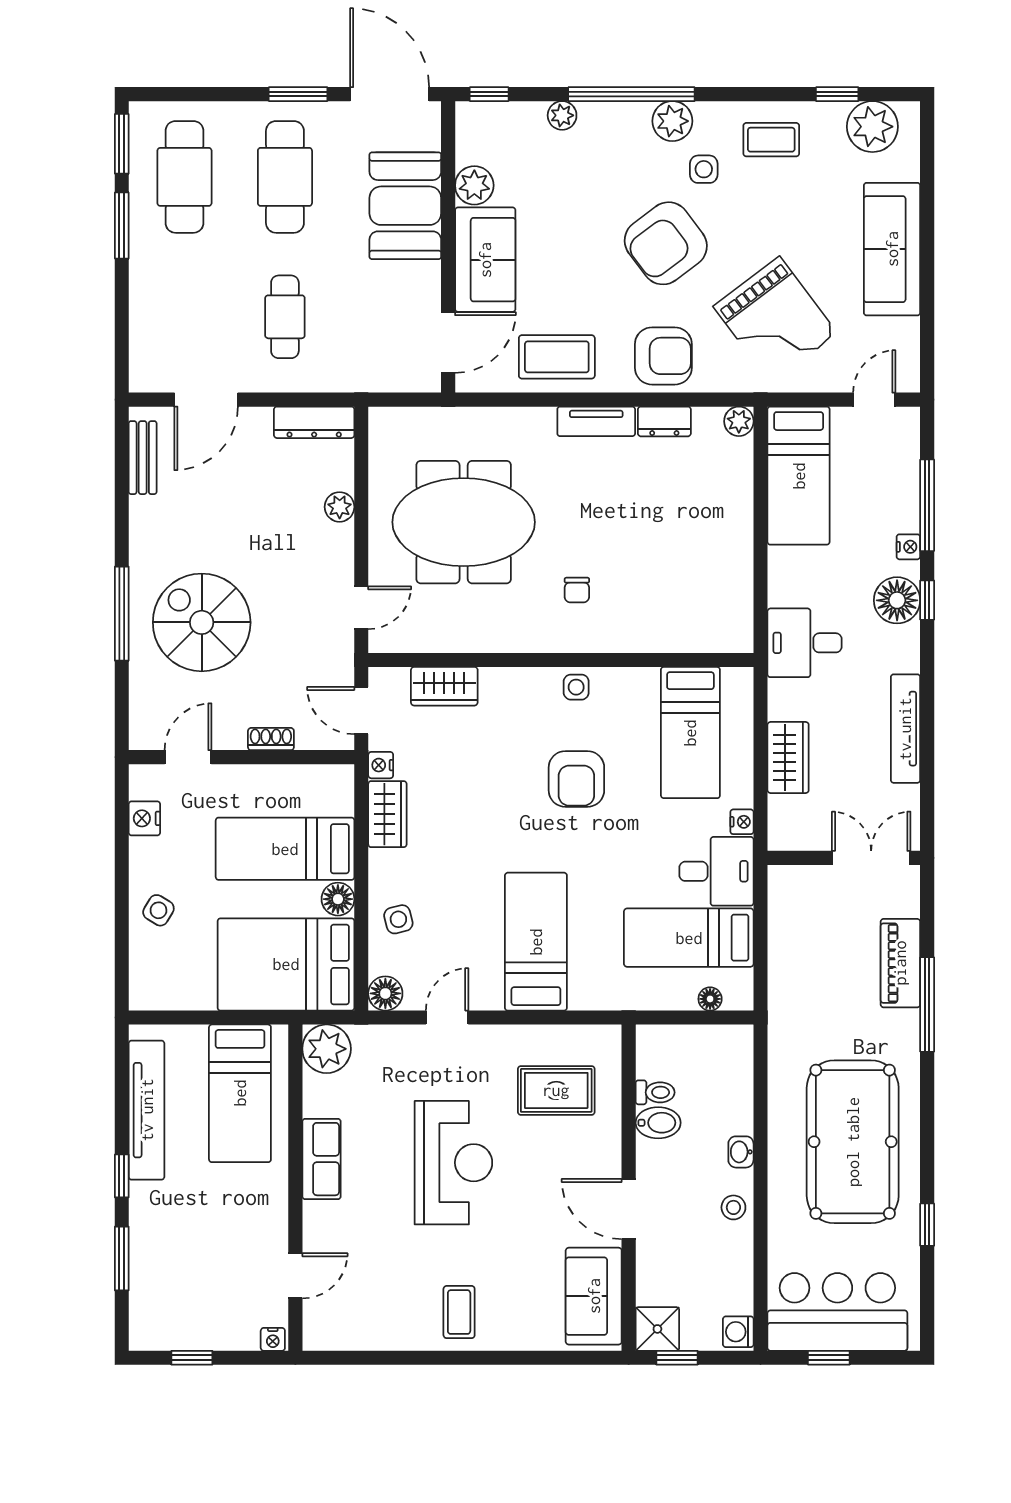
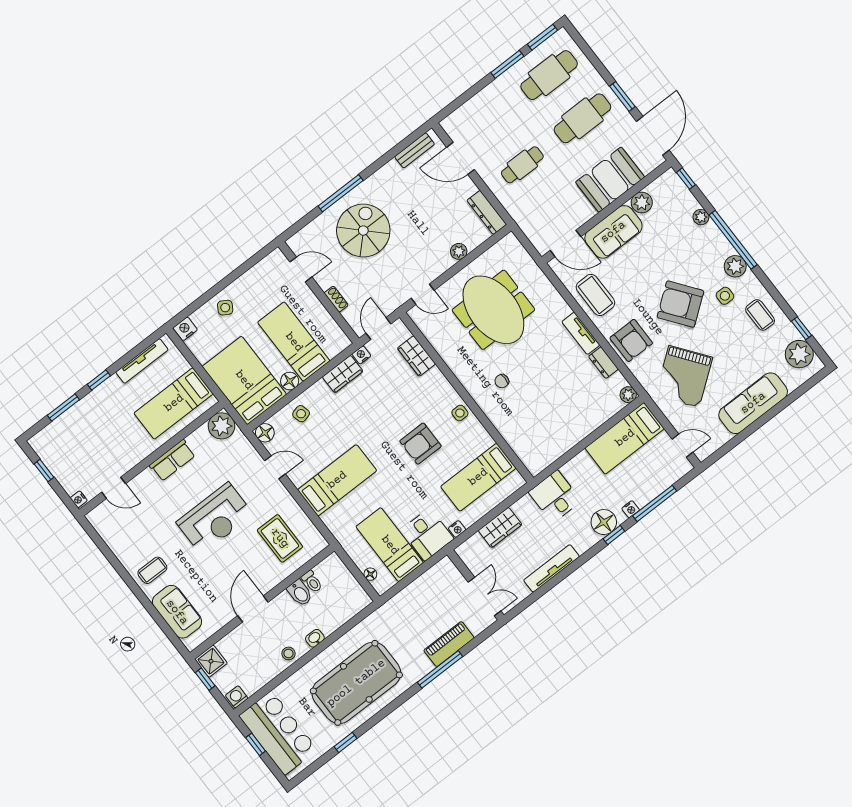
nightstand: (144, 818) -> (185, 329), moved
tv unit: (147, 1110) -> (142, 361), width x0.73, depth x0.78
sofa: (594, 1296) -> (177, 612), moved, turned 90

